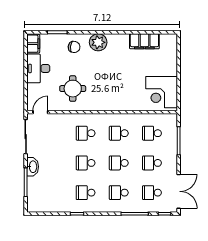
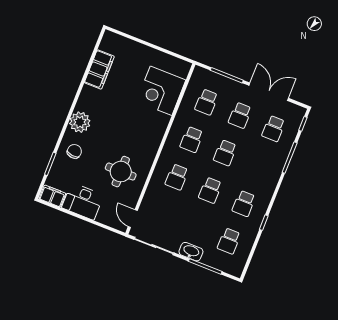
corner desk: (162, 92) -> (161, 91), moved, turned 90
double door: (179, 191) -> (269, 92), moved
school desk: (119, 193) -> (229, 241), moved

